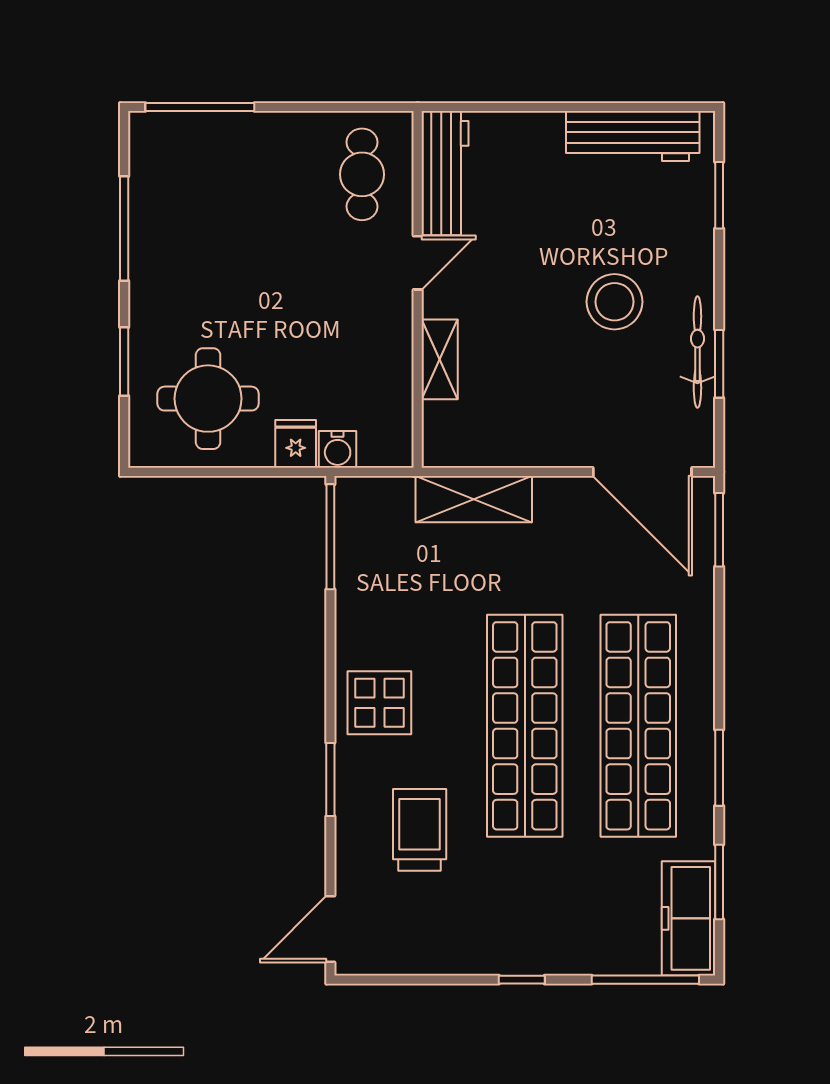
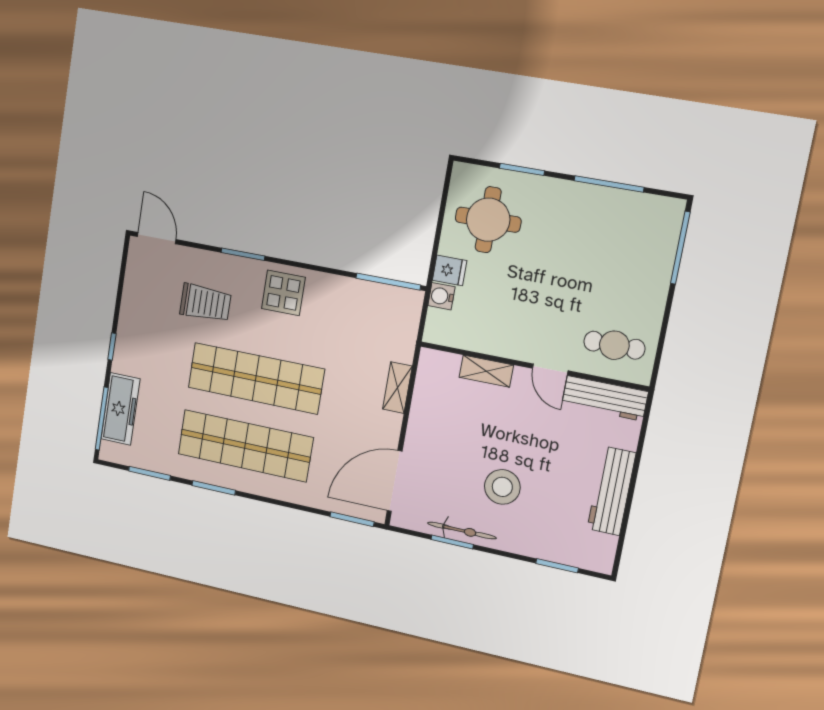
workbench: (633, 136) -> (611, 491), moved
shelving: (474, 499) -> (397, 388), width x0.67, depth x0.75
freezer: (689, 918) -> (120, 409), moved, turned 90

